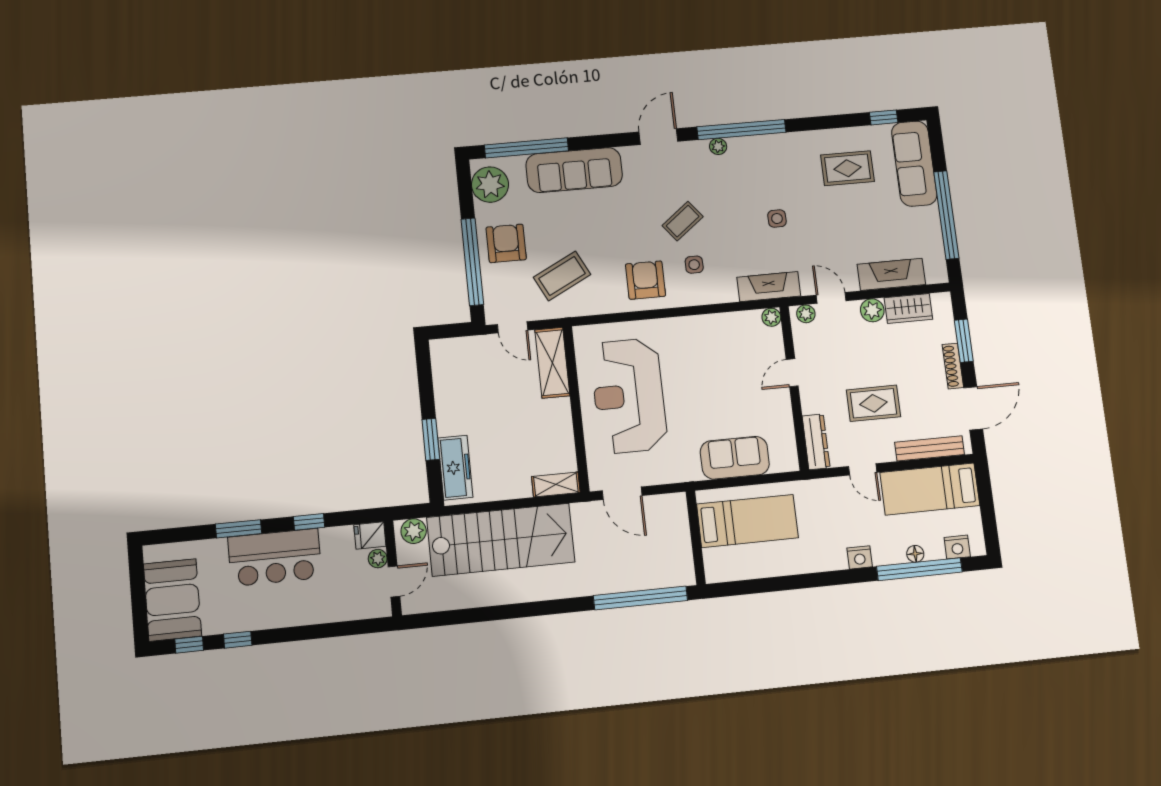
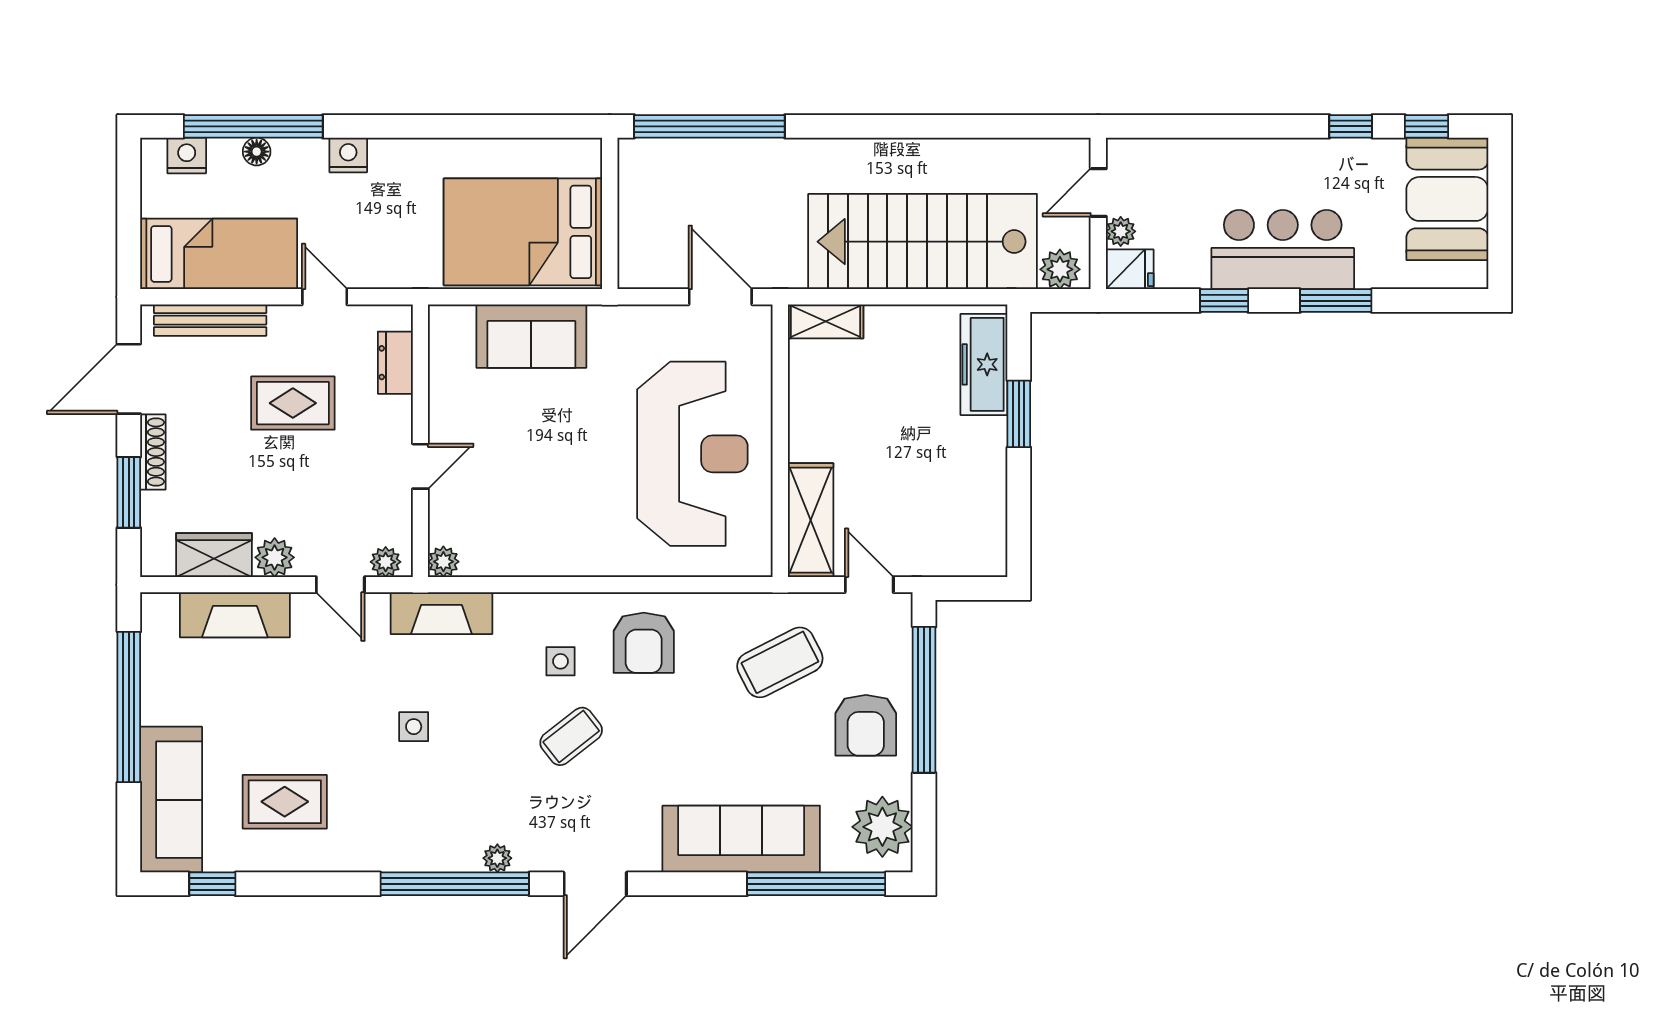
dresser: (816, 442) -> (395, 363), width x0.70
bed: (747, 521) -> (523, 232), width x1.50

